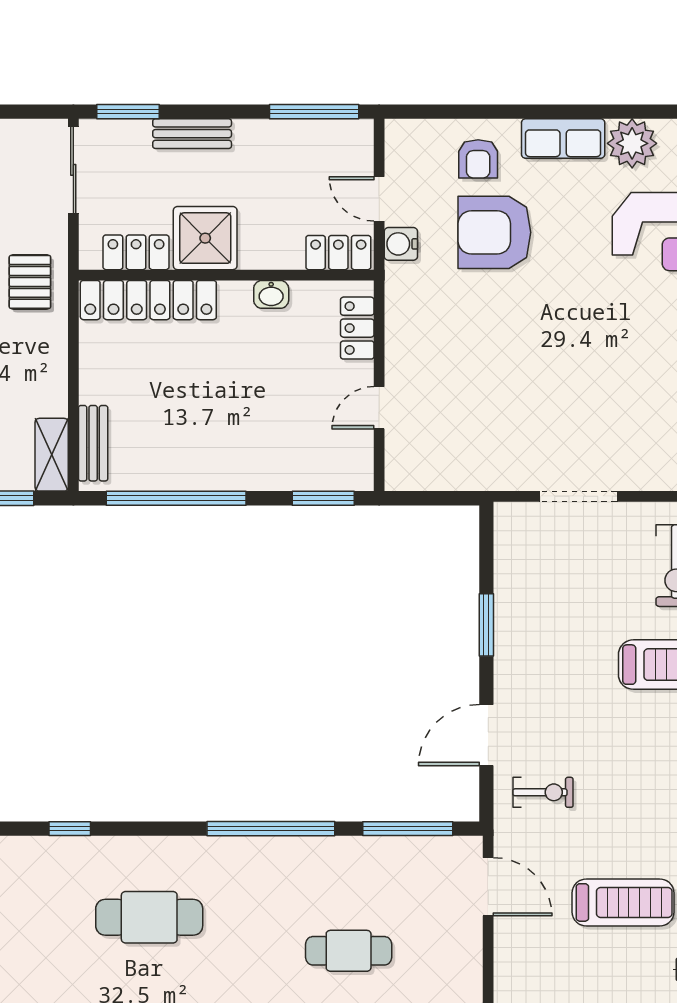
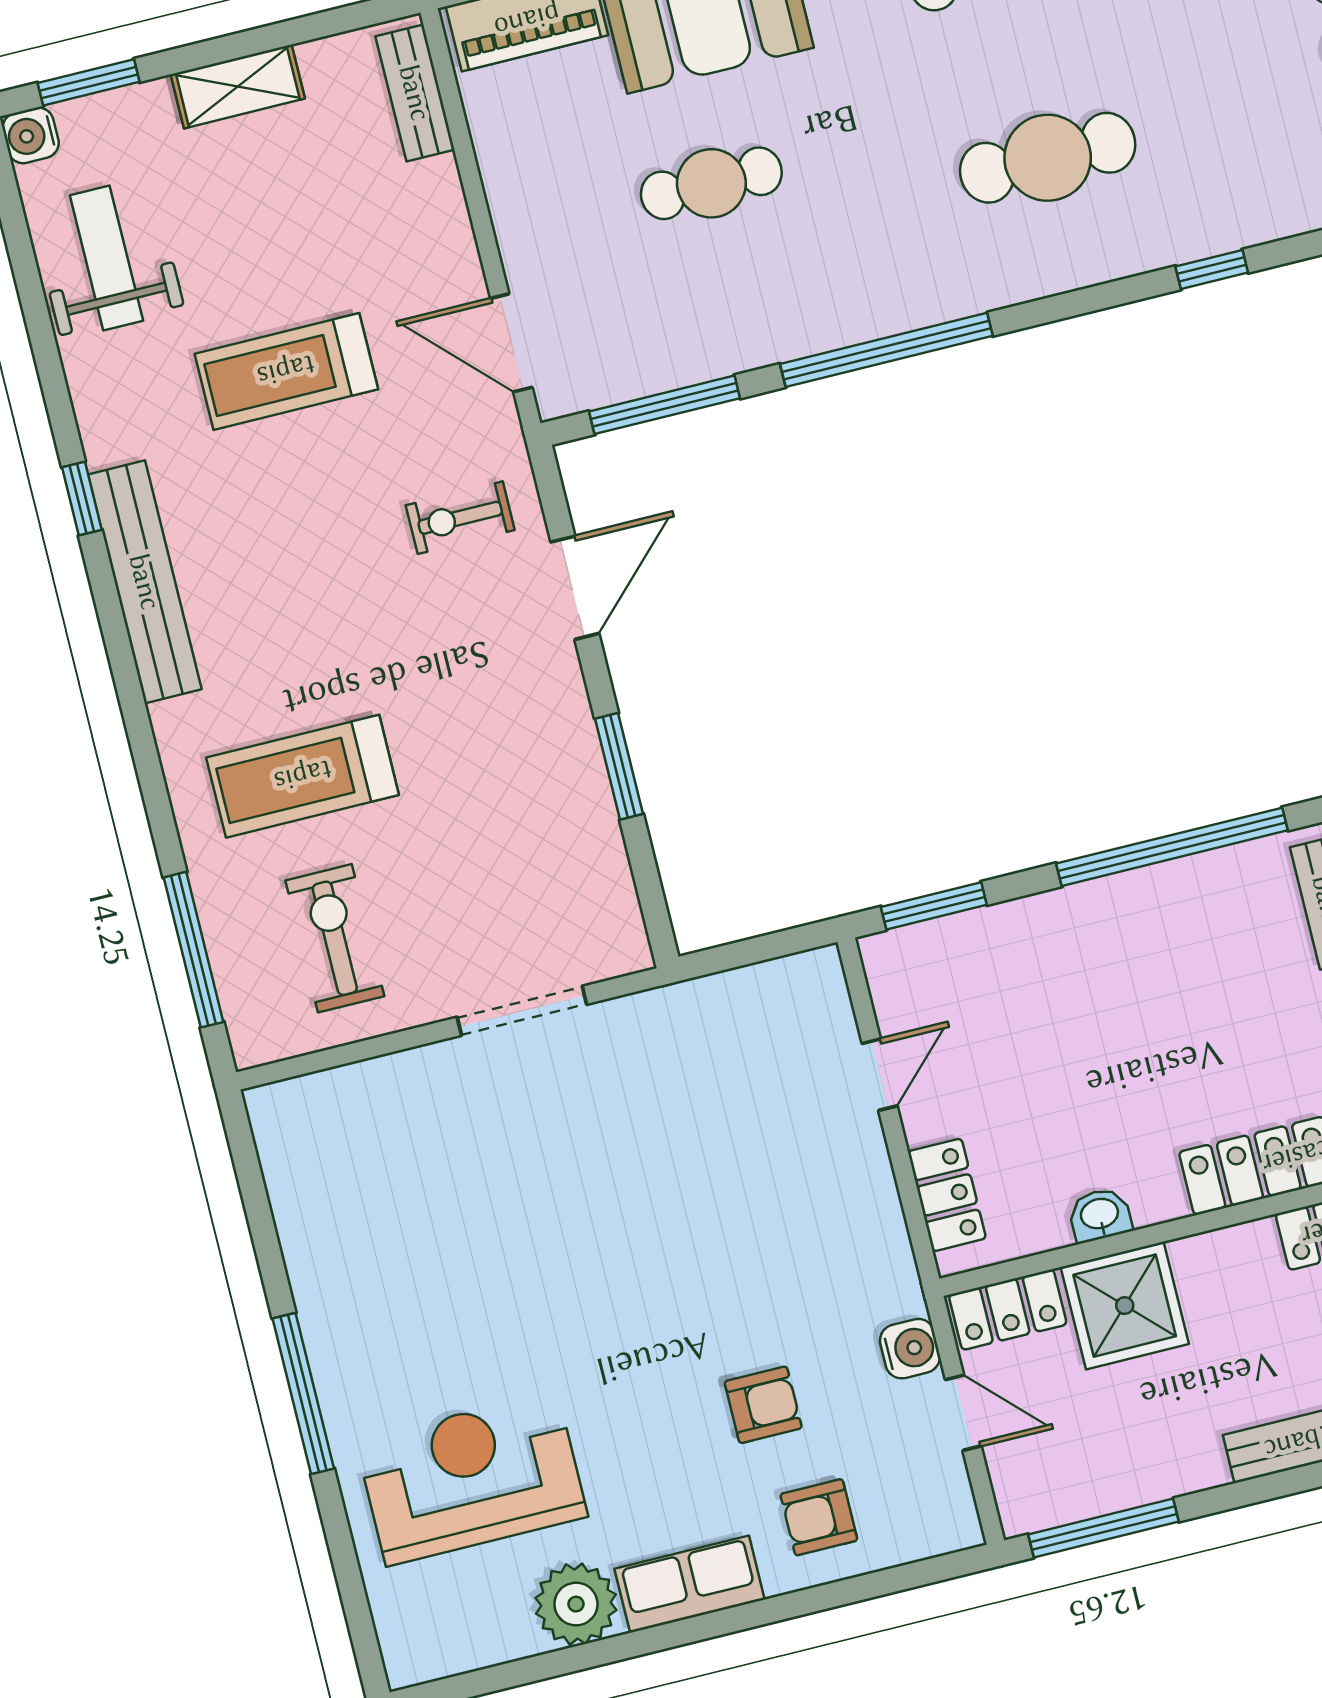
armchair: (478, 159) -> (819, 1517), turned -90
armchair: (494, 232) -> (763, 1405), width x0.53, depth x0.53
shower: (205, 238) -> (1125, 1306), moved

